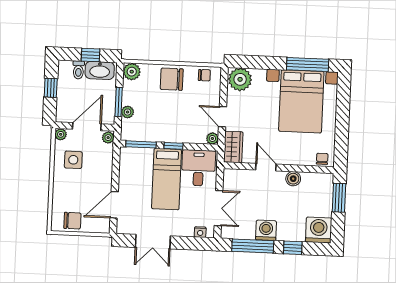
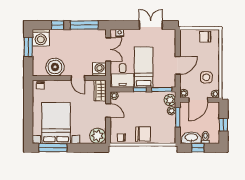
plant: (132, 72) -> (170, 100), moved
boiler: (293, 179) -> (55, 67), width x1.86, depth x1.86
window: (339, 198) -> (28, 47), moved
door: (114, 205) -> (178, 65), moved
double door: (218, 208) -> (108, 49), swing flipped
washing machine: (266, 230) -> (99, 69), moved, turned 180

